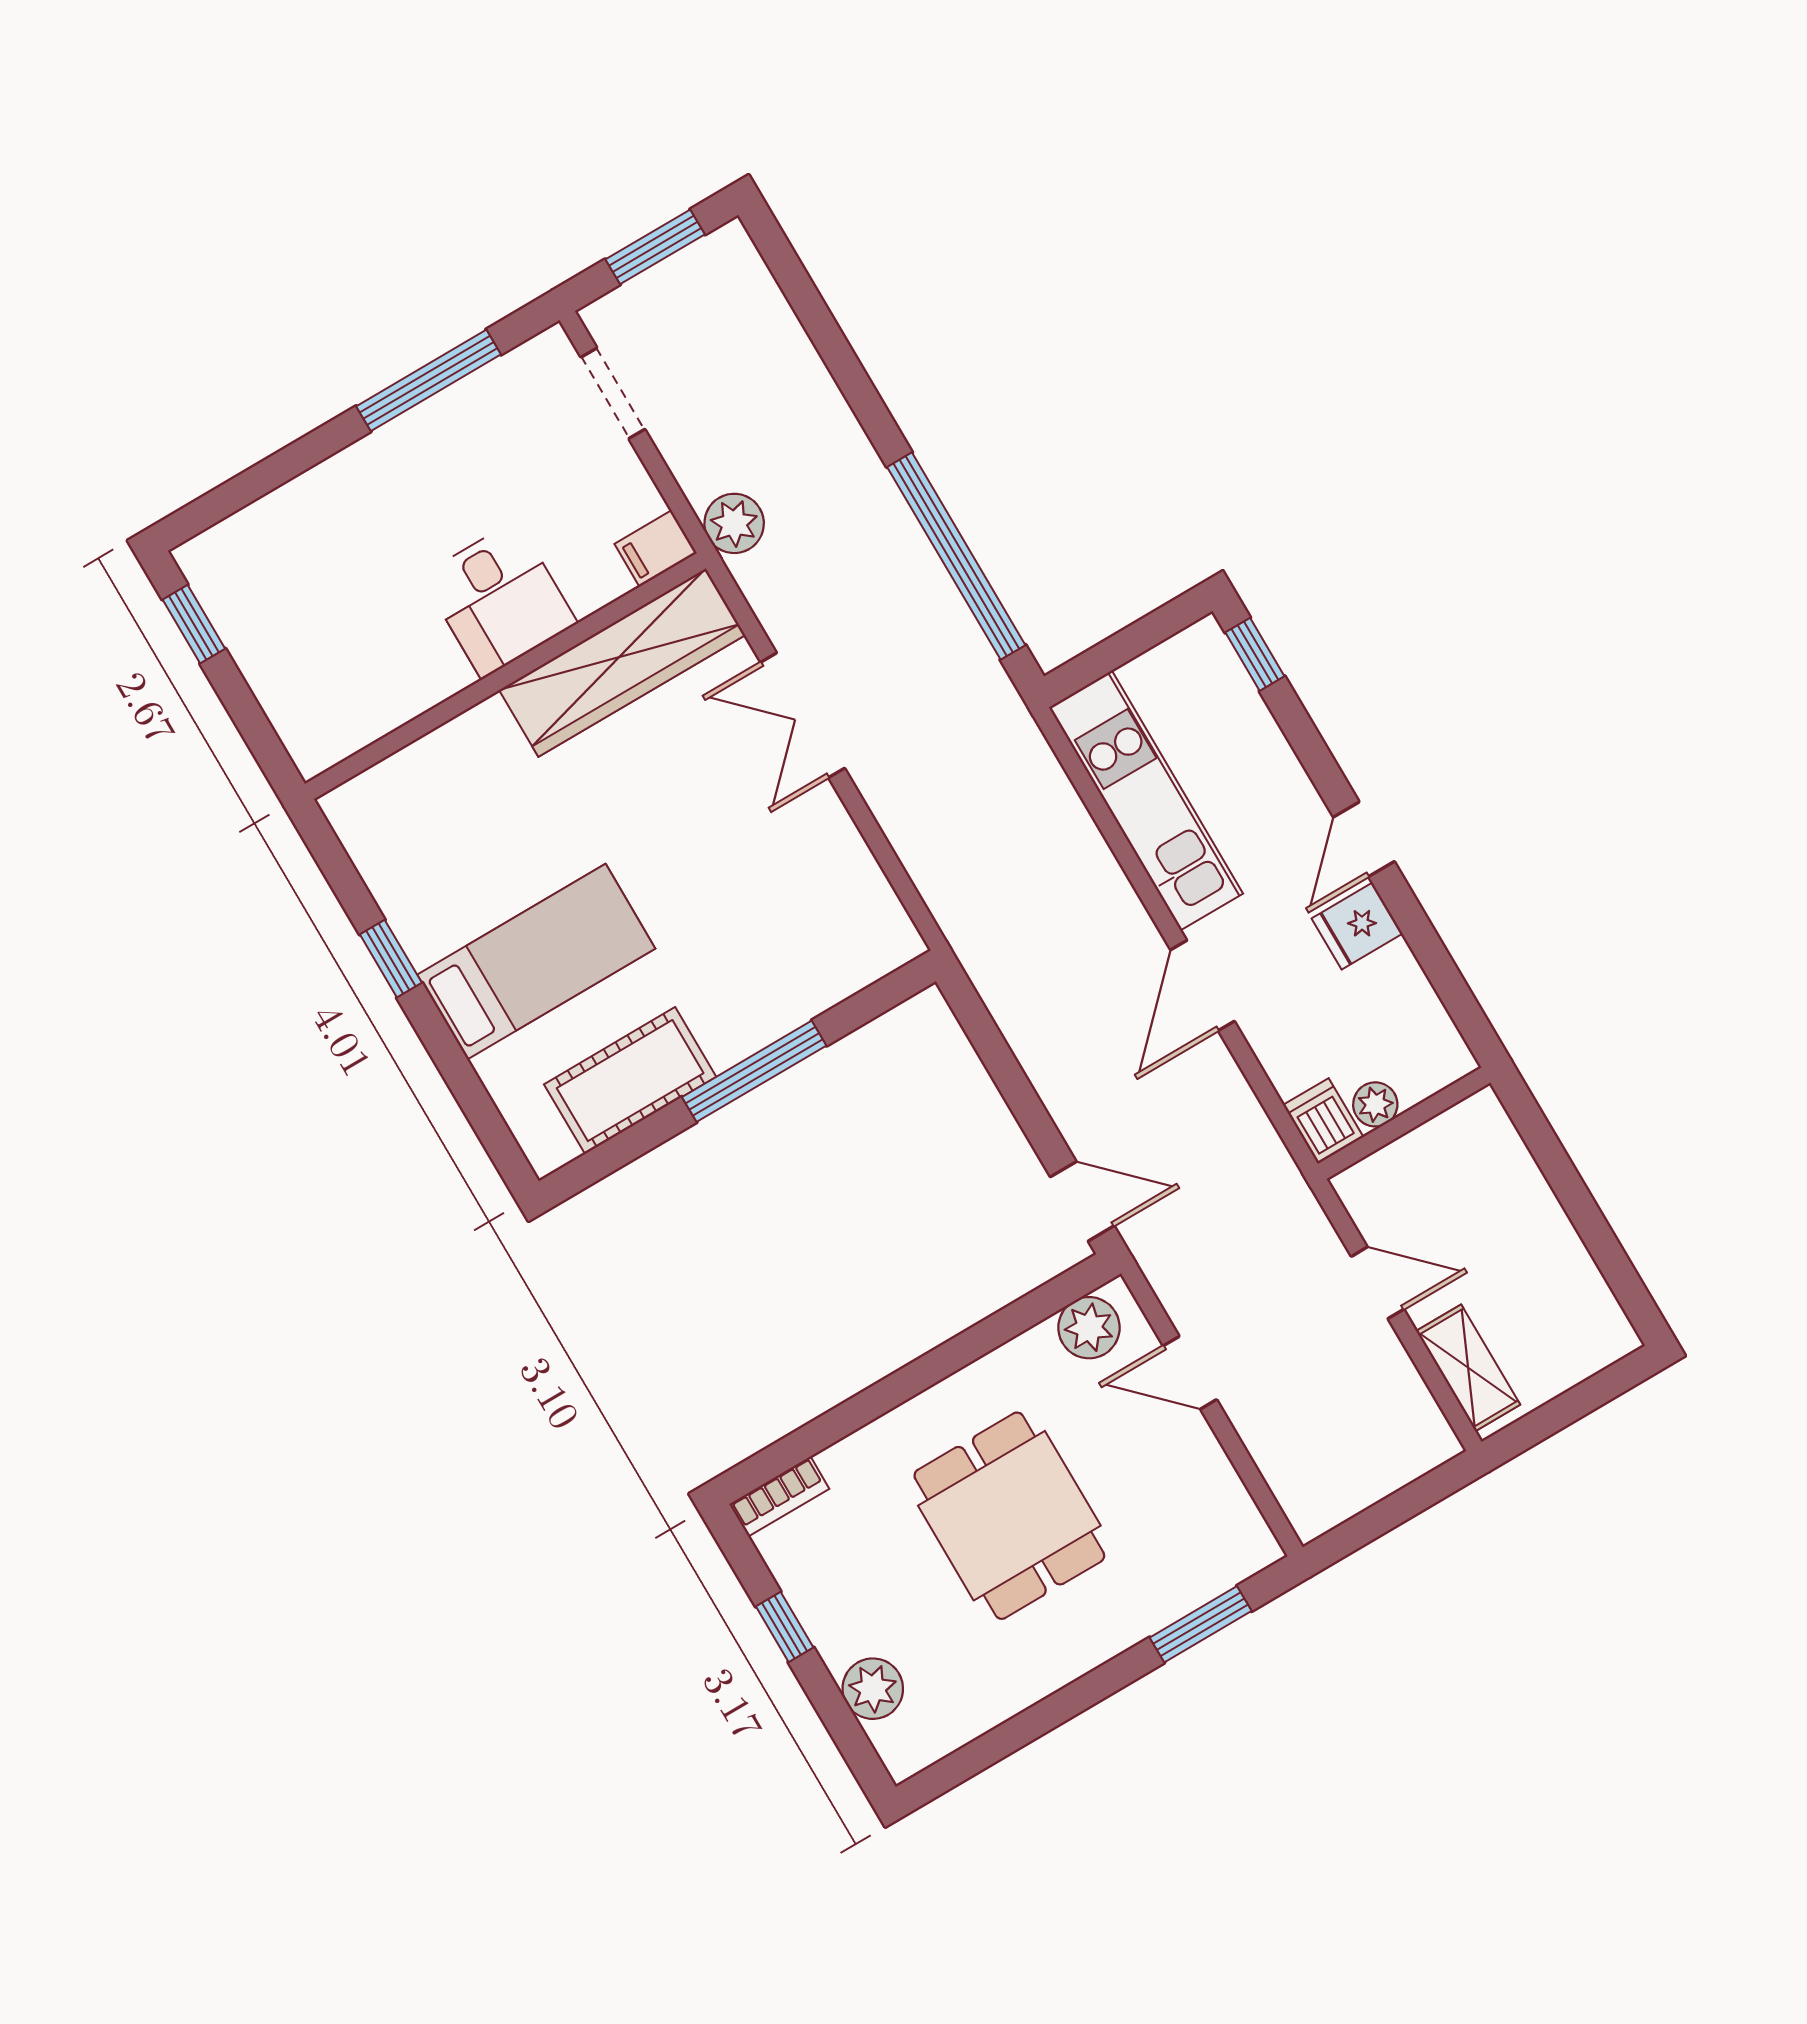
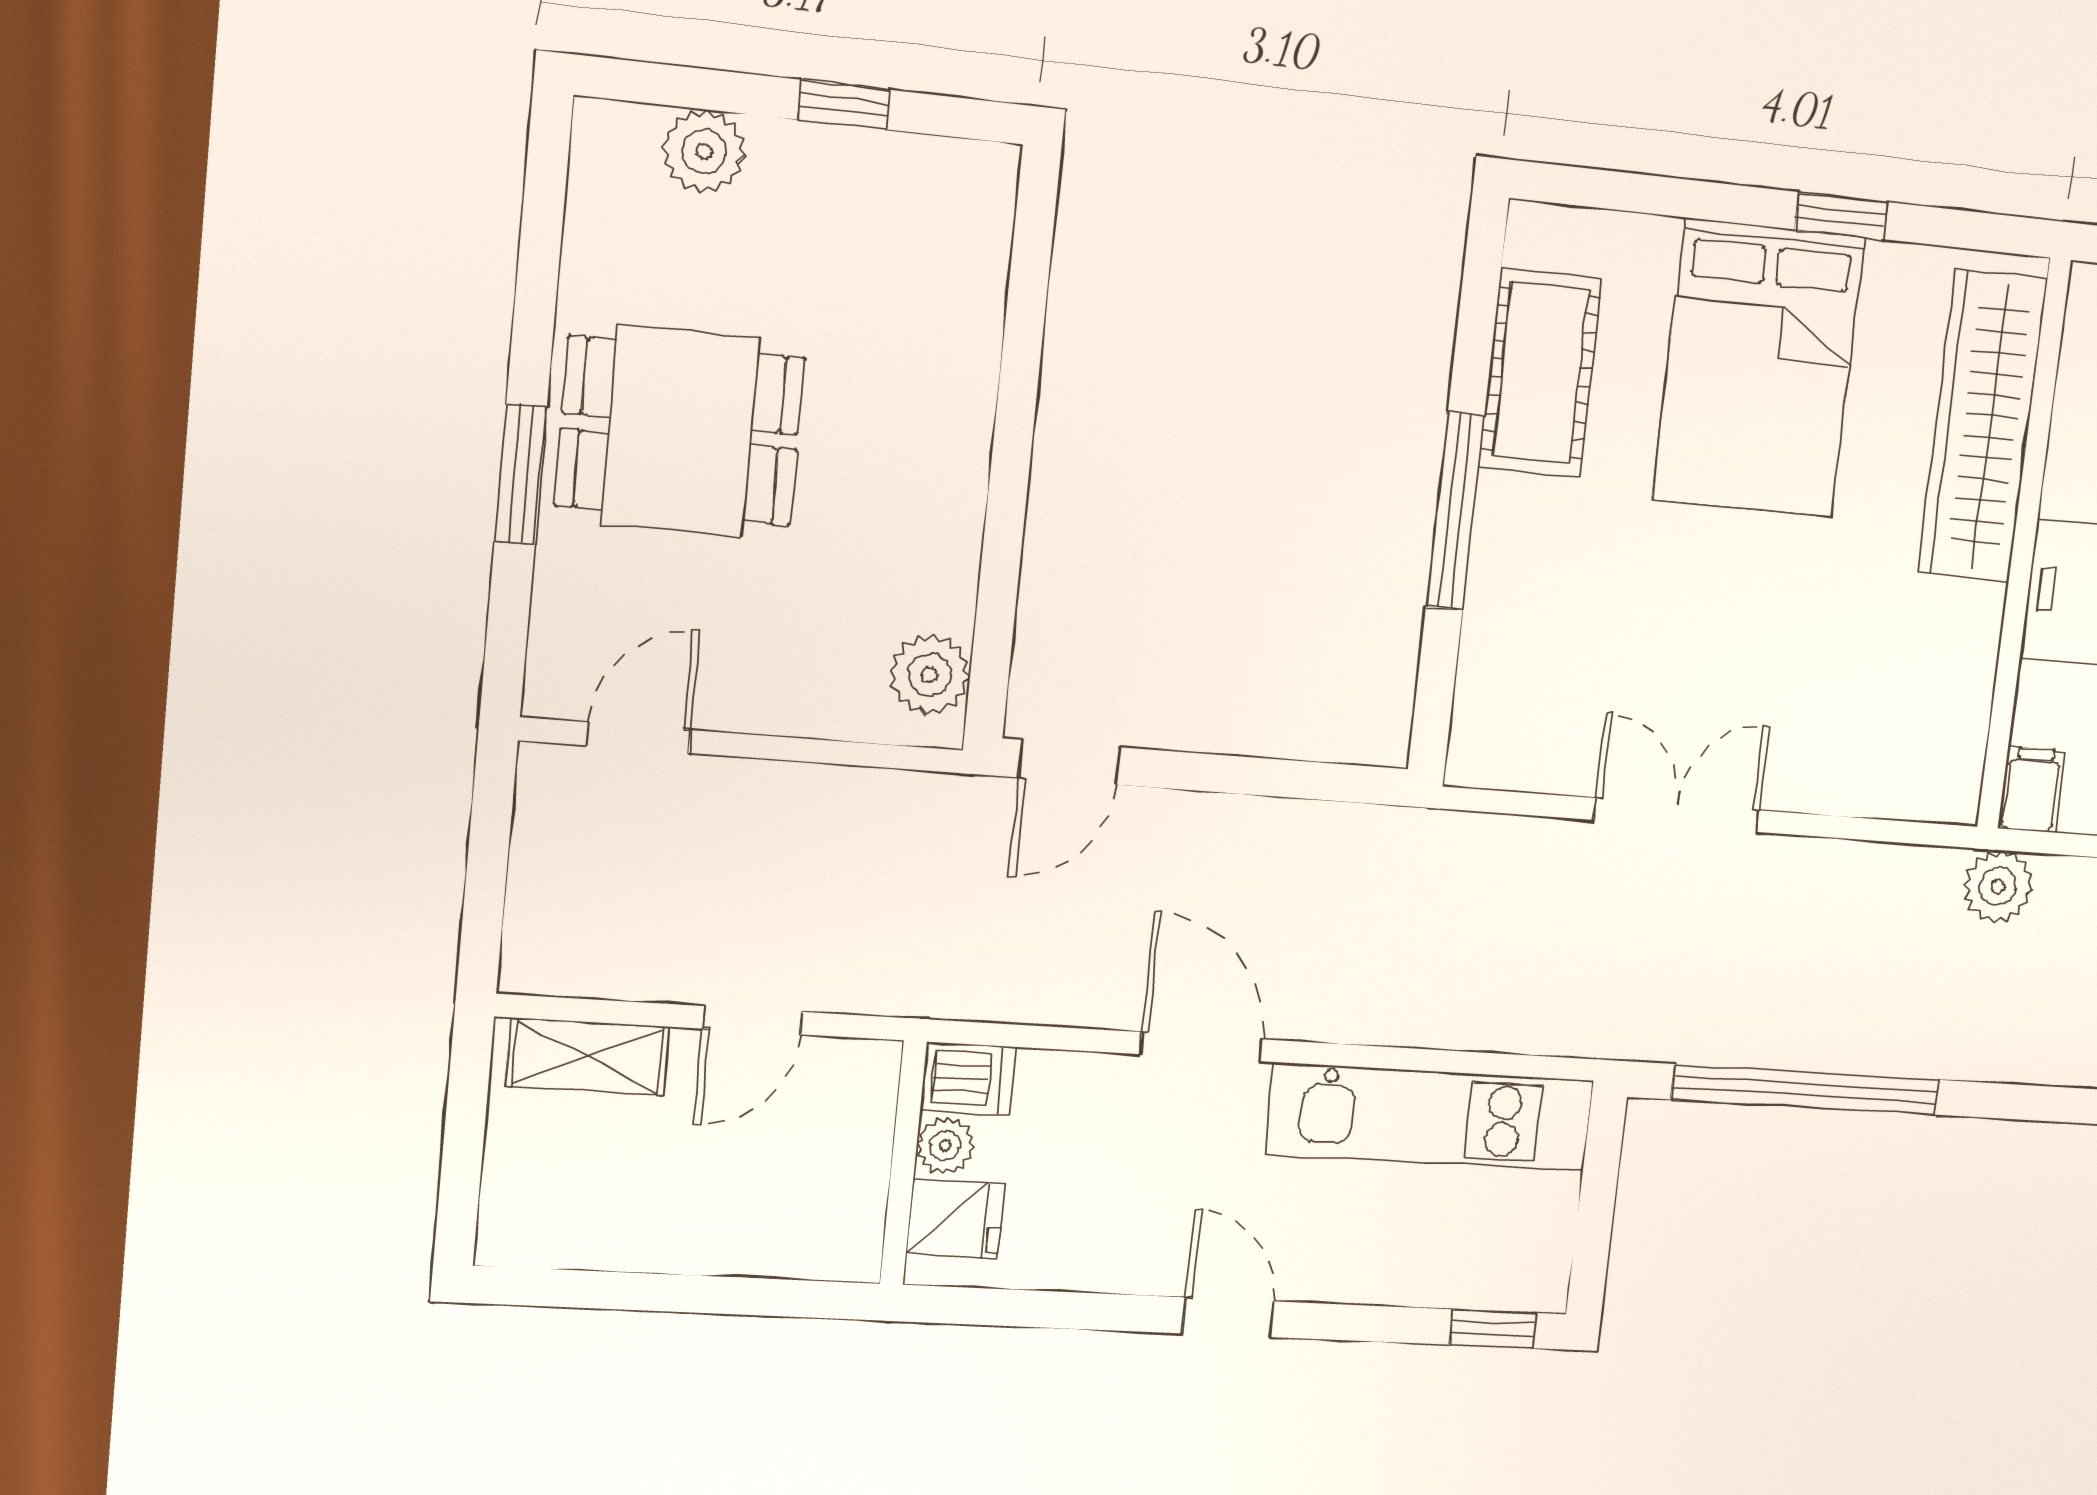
wardrobe: (622, 663) -> (1982, 426), moved
double door: (803, 715) -> (1677, 815), moved
fridge: (1357, 926) -> (955, 1219), moved, turned 90
bed: (536, 962) -> (1759, 368), width x1.50
door: (1190, 1373) -> (639, 738), moved
bookcase: (779, 1496) -> (991, 206), removed
dining table: (1009, 1516) -> (680, 432), moved
window: (1201, 1624) -> (521, 475), moved

